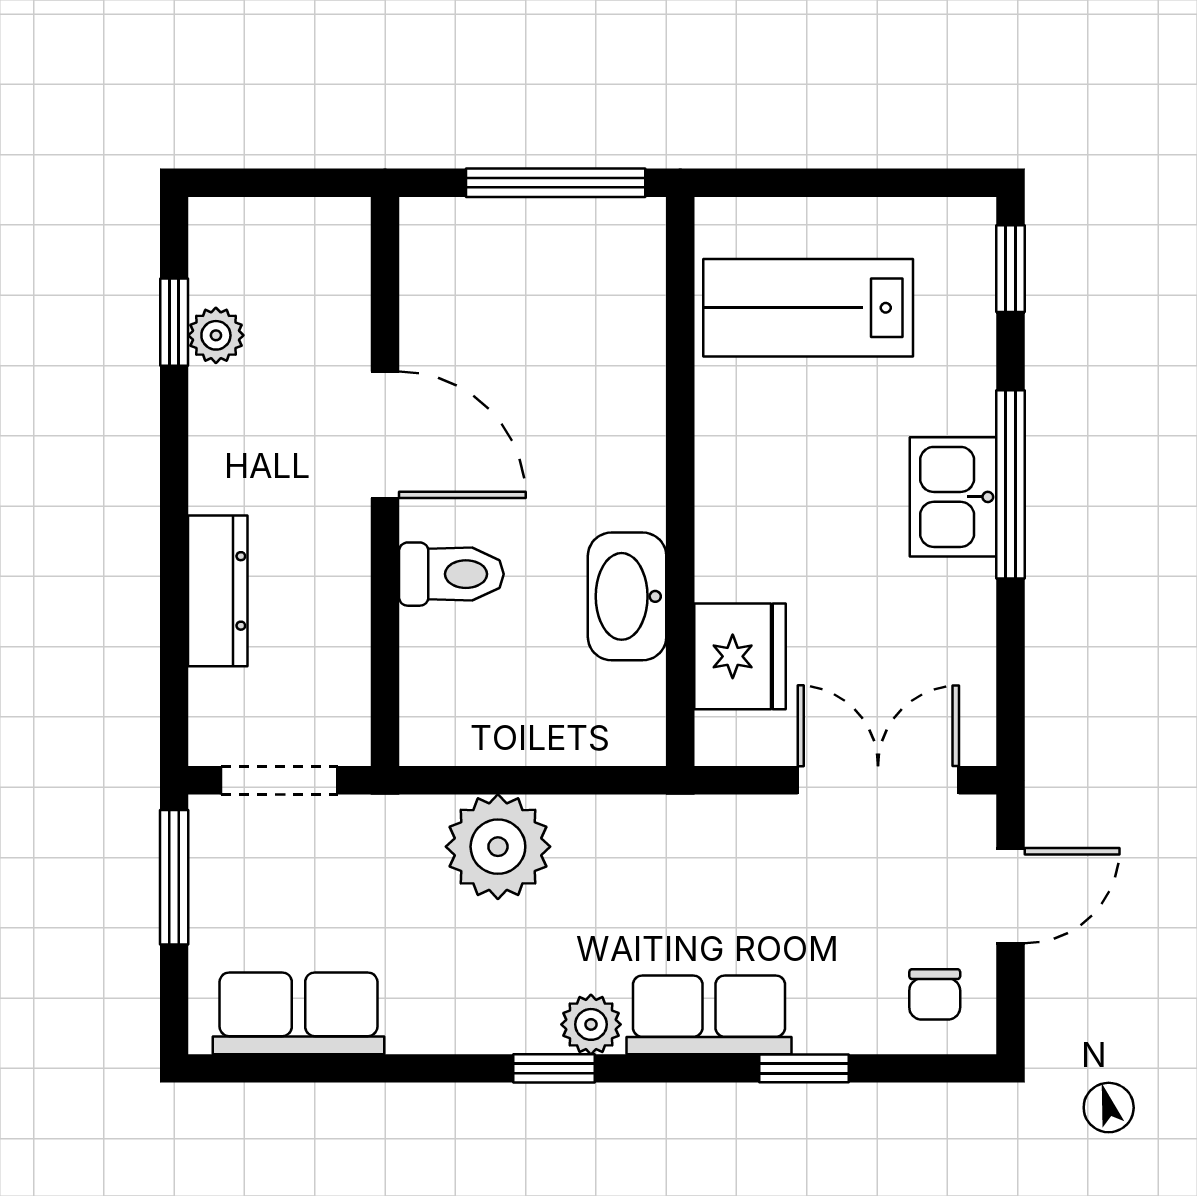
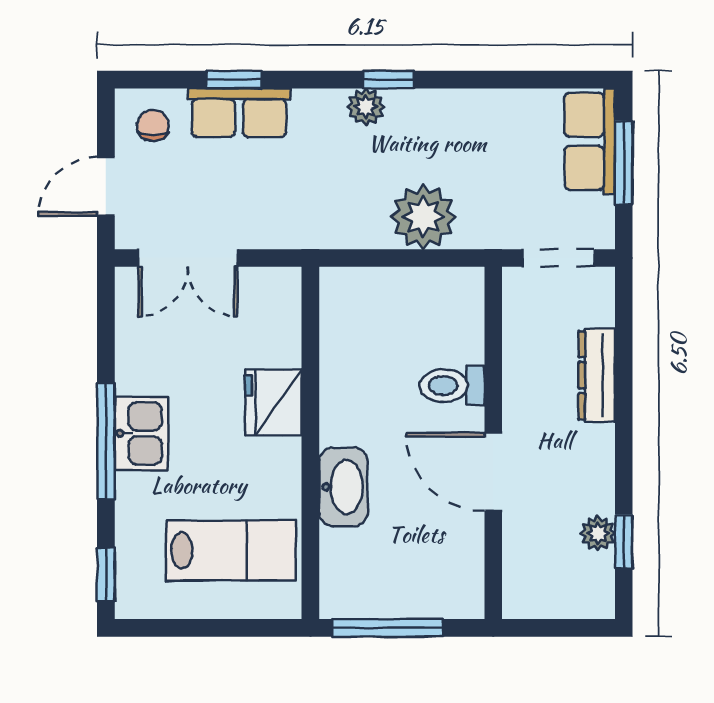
washbasin: (627, 596) -> (343, 487), moved
fridge: (740, 656) -> (273, 402), moved
window: (174, 877) -> (624, 163), moved
row of seats: (298, 1013) -> (590, 141), moved, turned 90
row of seats: (709, 1015) -> (239, 113), moved

